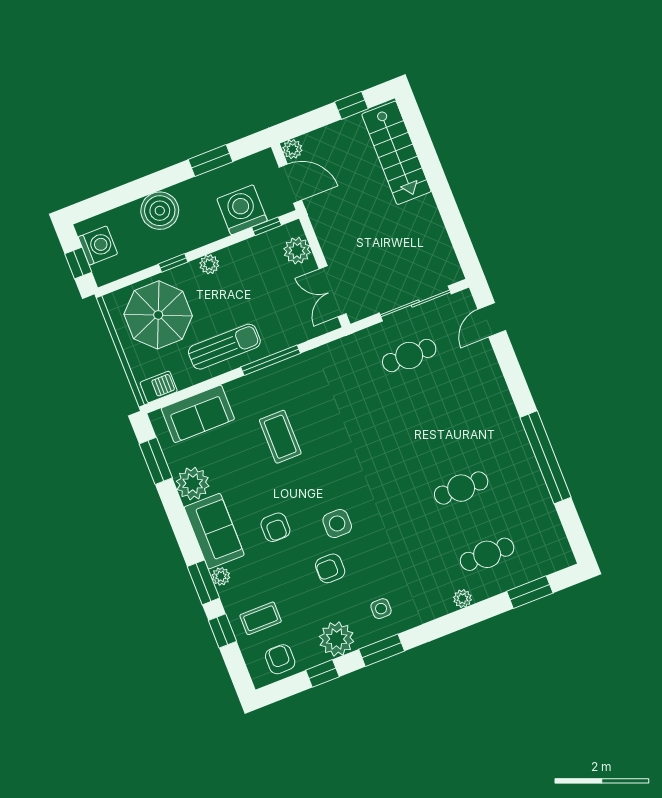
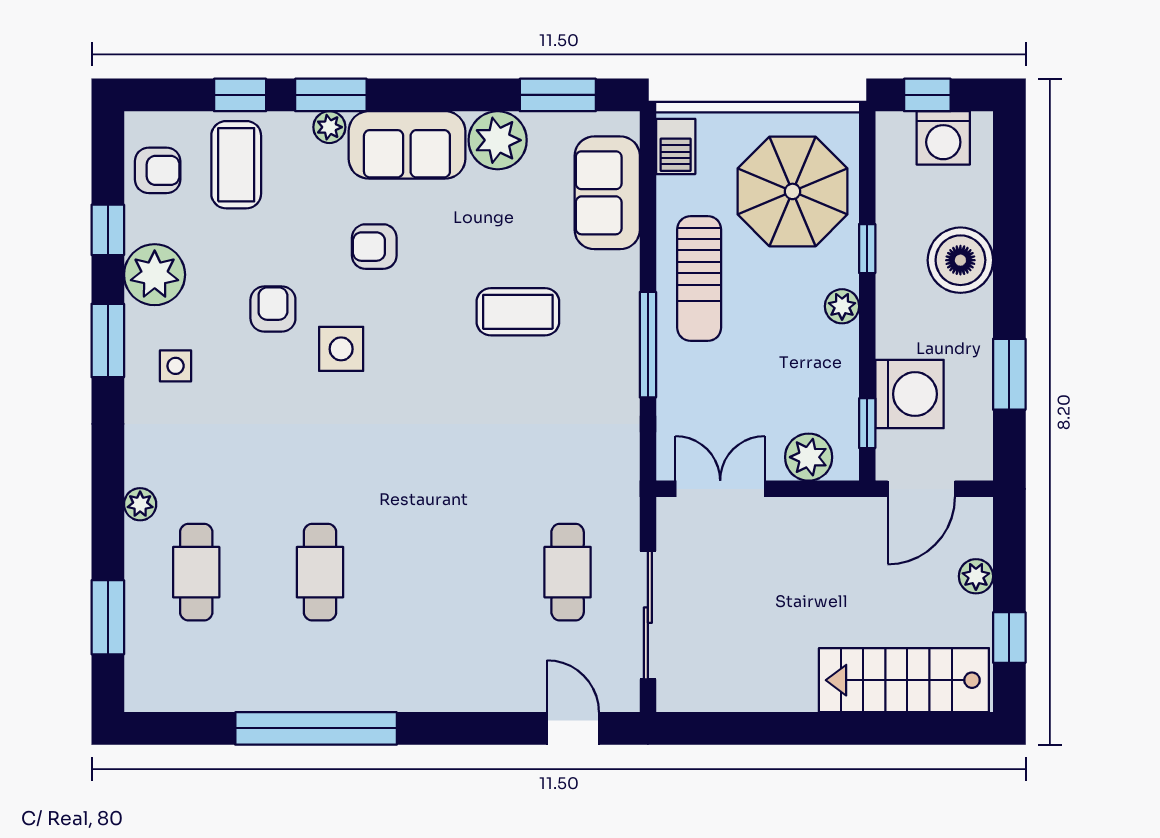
plant: (292, 149) -> (976, 576), moved
coffee table: (261, 618) -> (236, 165), width x1.36, depth x1.30

